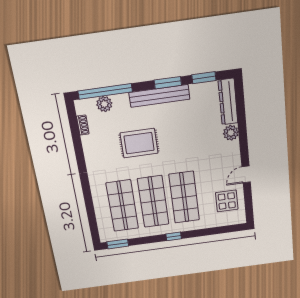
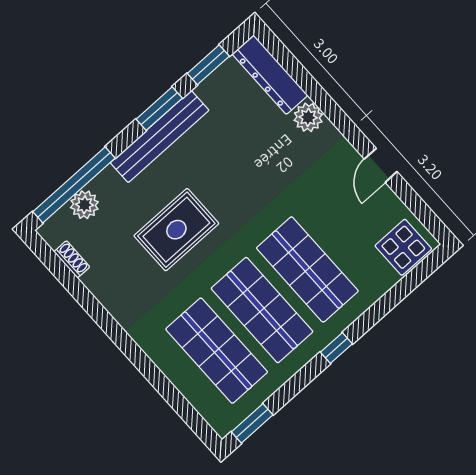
display table: (227, 201) -> (403, 247), moved

